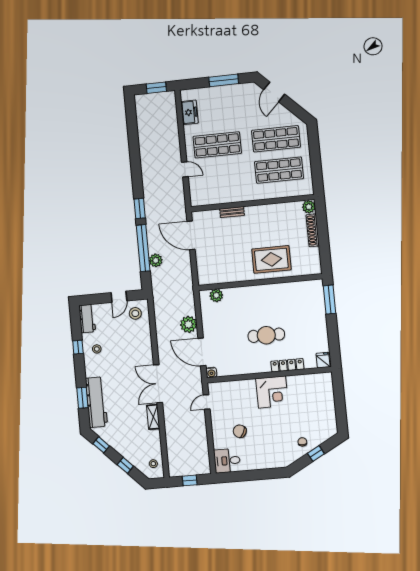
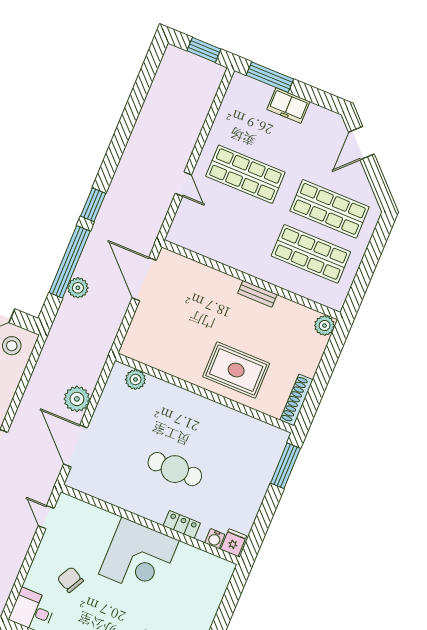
window: (224, 80) -> (270, 77), moved
freezer: (190, 112) -> (288, 106), moved, turned 90
bench: (232, 212) -> (257, 294), moved
shoe rack: (313, 230) -> (296, 400), moved
locker: (287, 365) -> (182, 524), width x0.66
water cooler: (211, 372) -> (215, 539), moved
corner desk: (272, 392) -> (139, 557), width x1.36, depth x1.36
door: (207, 402) -> (46, 517), hinge flipped

